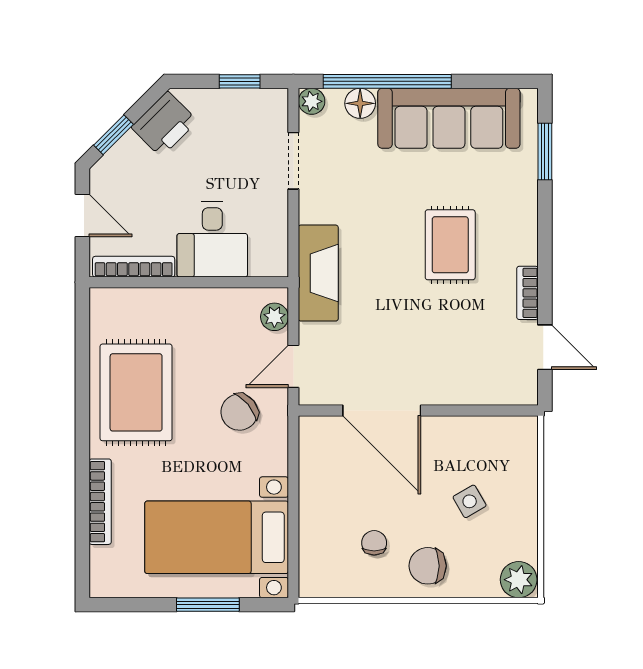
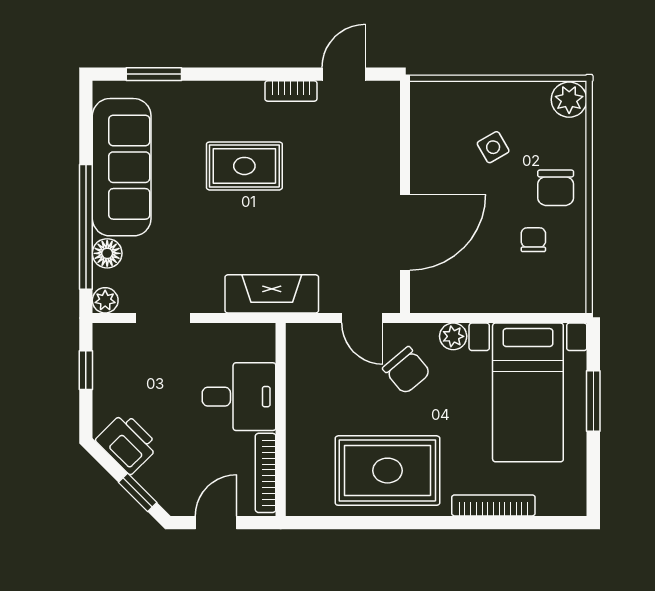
plant: (274, 317) -> (453, 336), moved
chair: (374, 543) -> (533, 240), turned 90

